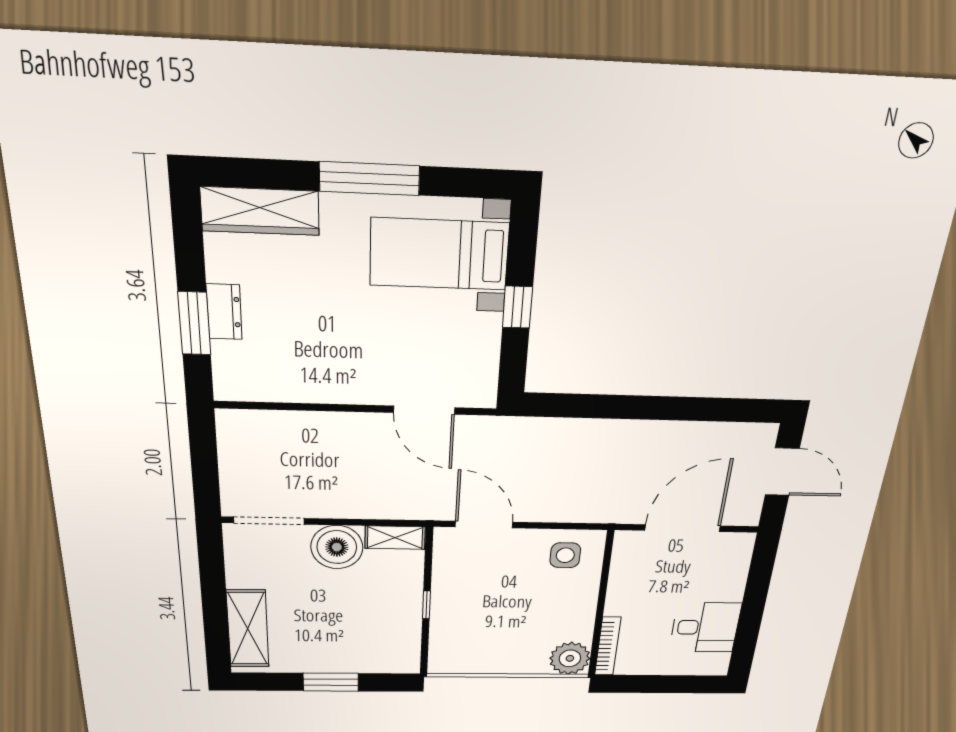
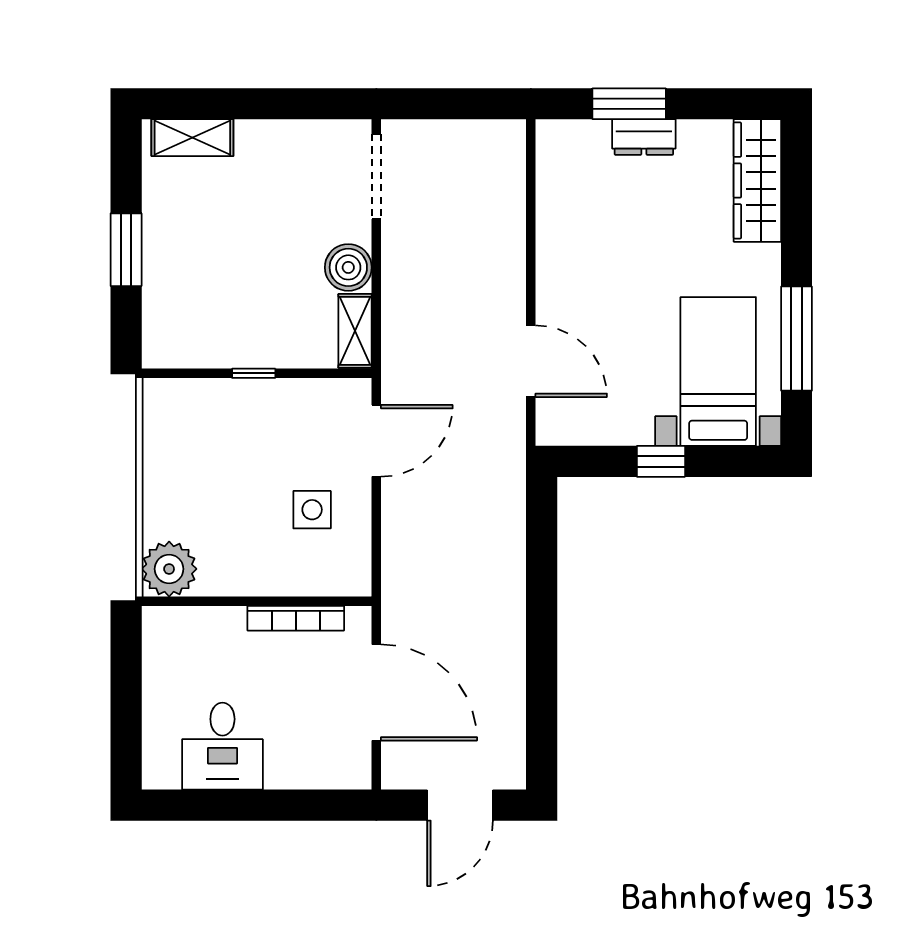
window: (370, 178) -> (796, 339), moved
door: (424, 410) -> (531, 361), swing flipped
boiler: (337, 547) -> (348, 267), width x0.73, depth x0.73
side table: (565, 555) -> (312, 510), moved
shelving: (248, 629) -> (192, 138), width x0.67, depth x0.75
bookcase: (608, 646) -> (296, 618), moved

